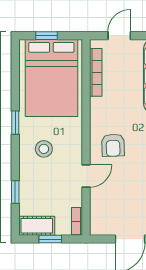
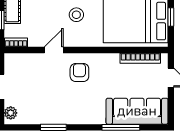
armchair: (113, 145) -> (79, 72), turned 92
door: (86, 176) -> (54, 50), swing flipped

